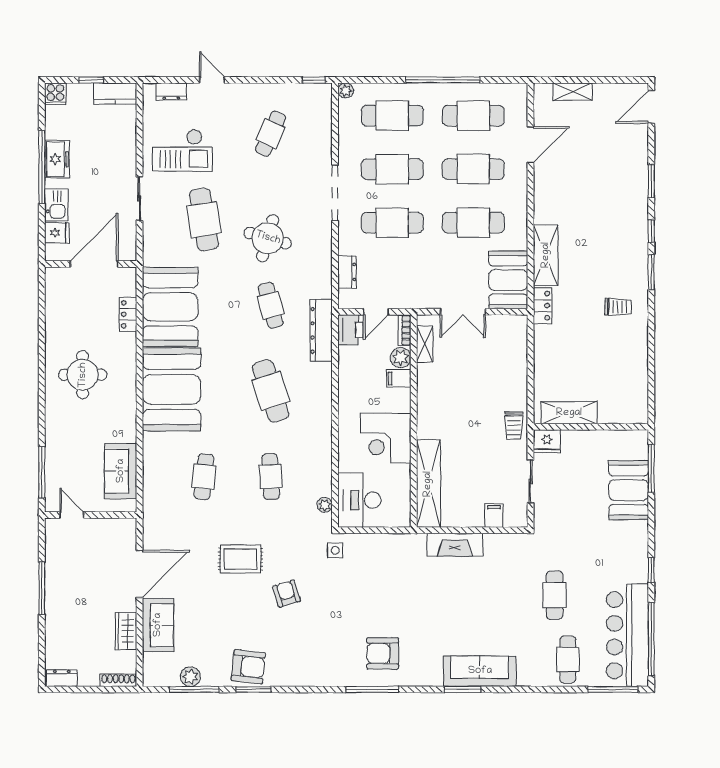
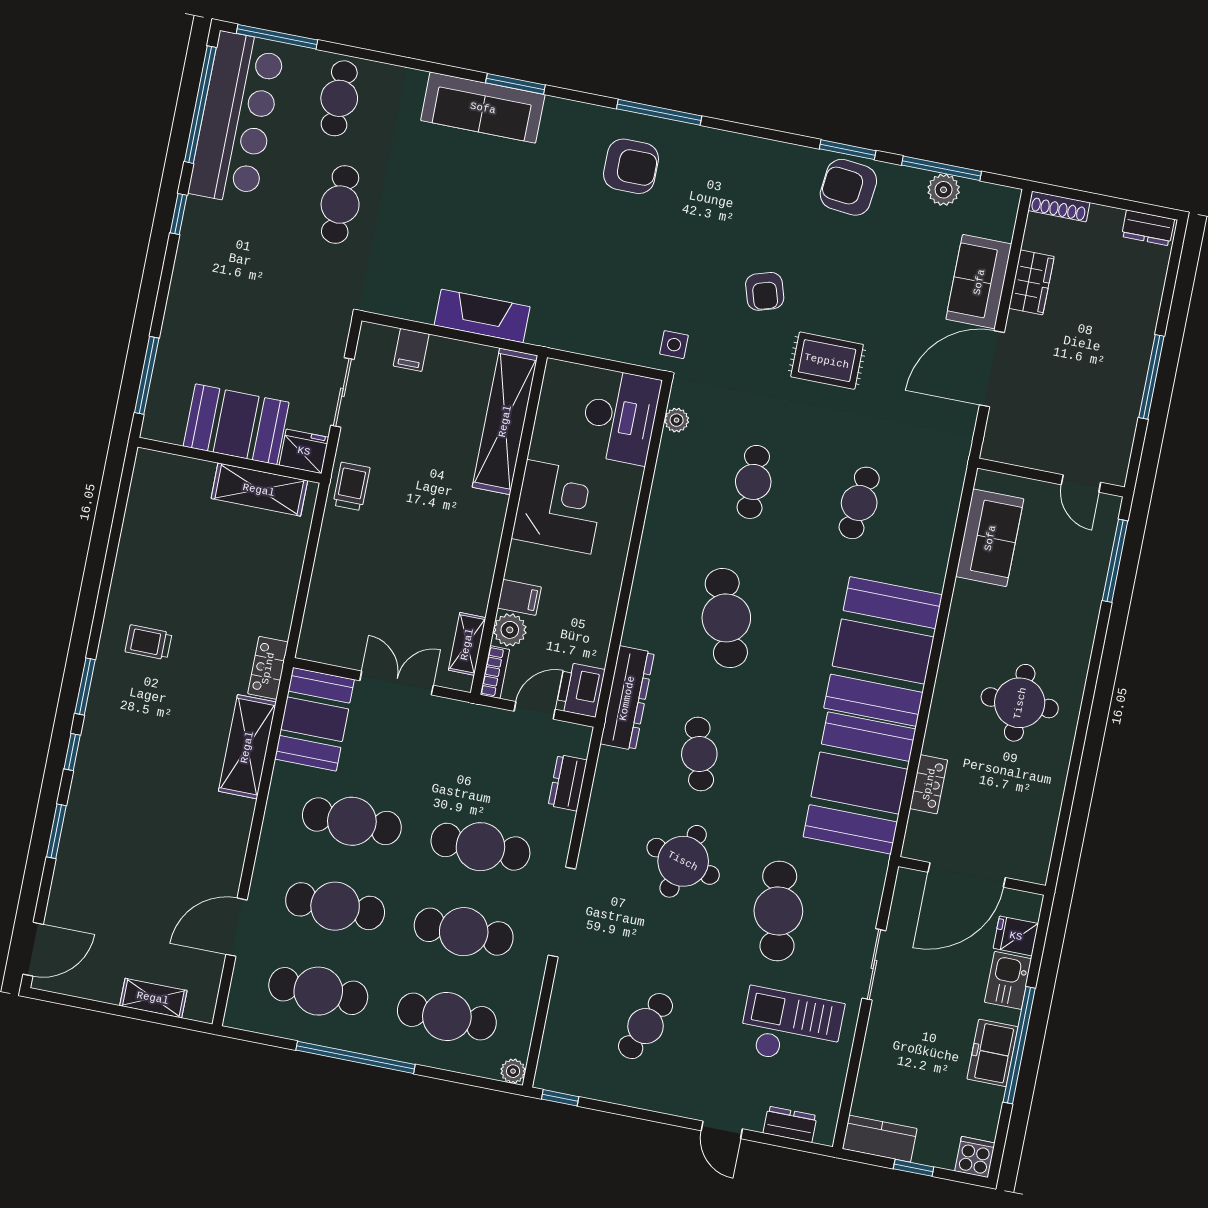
booth: (629, 490) -> (236, 424), moved, turned 90

